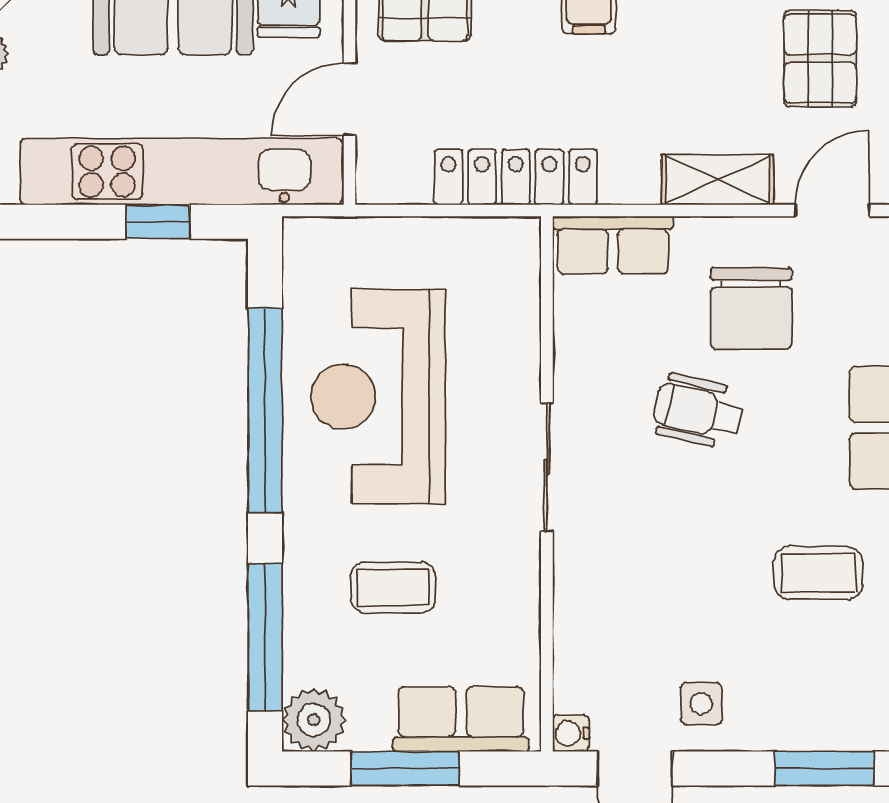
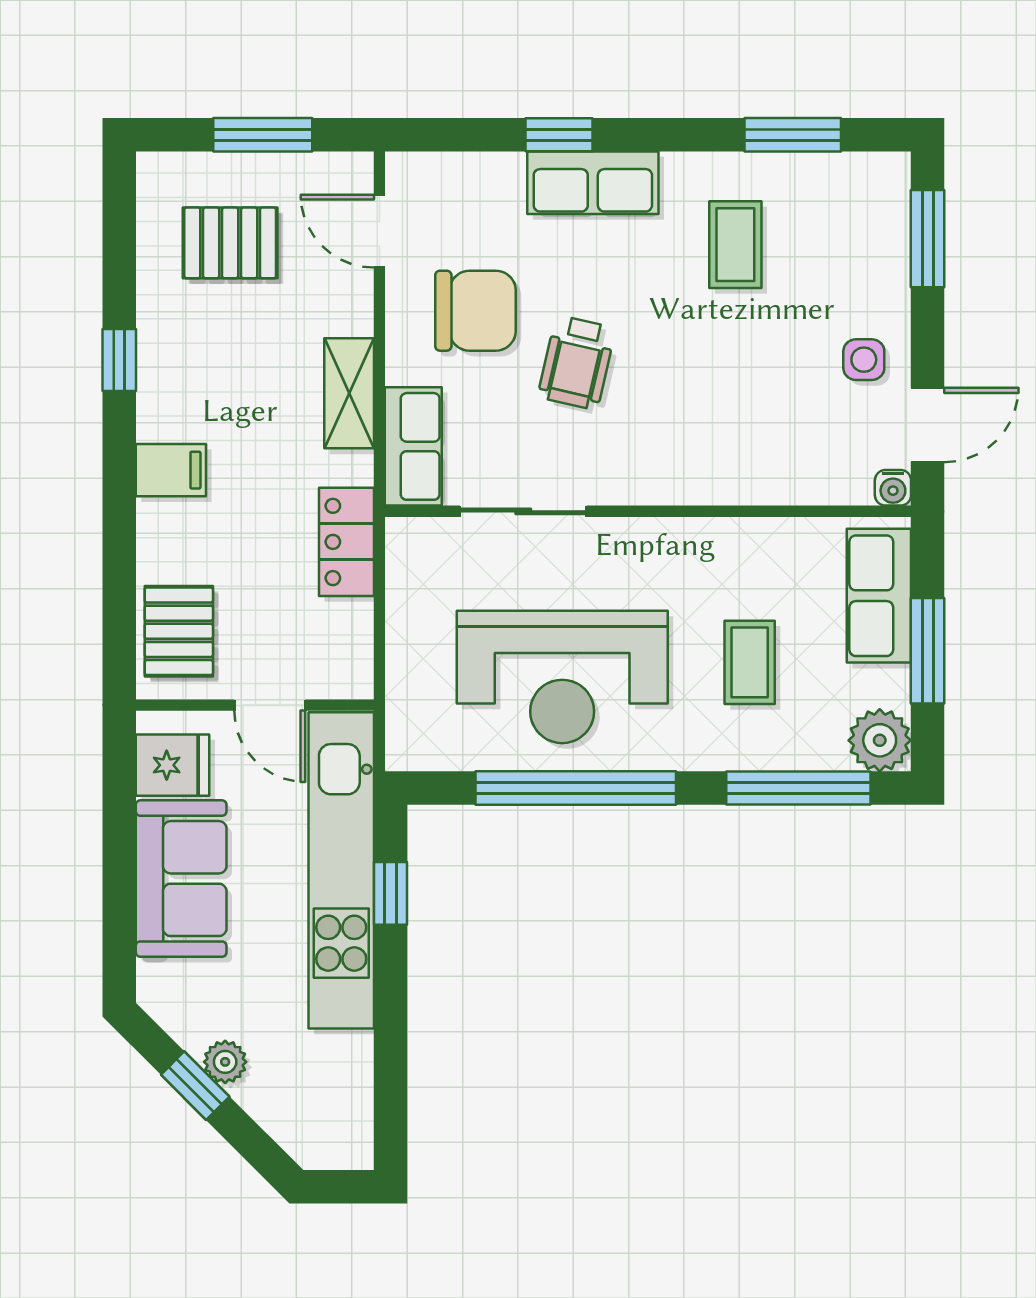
locker: (516, 177) -> (347, 542), width x0.66
shelving: (718, 180) -> (349, 393), moved
sliding door: (547, 467) -> (523, 511), moved

